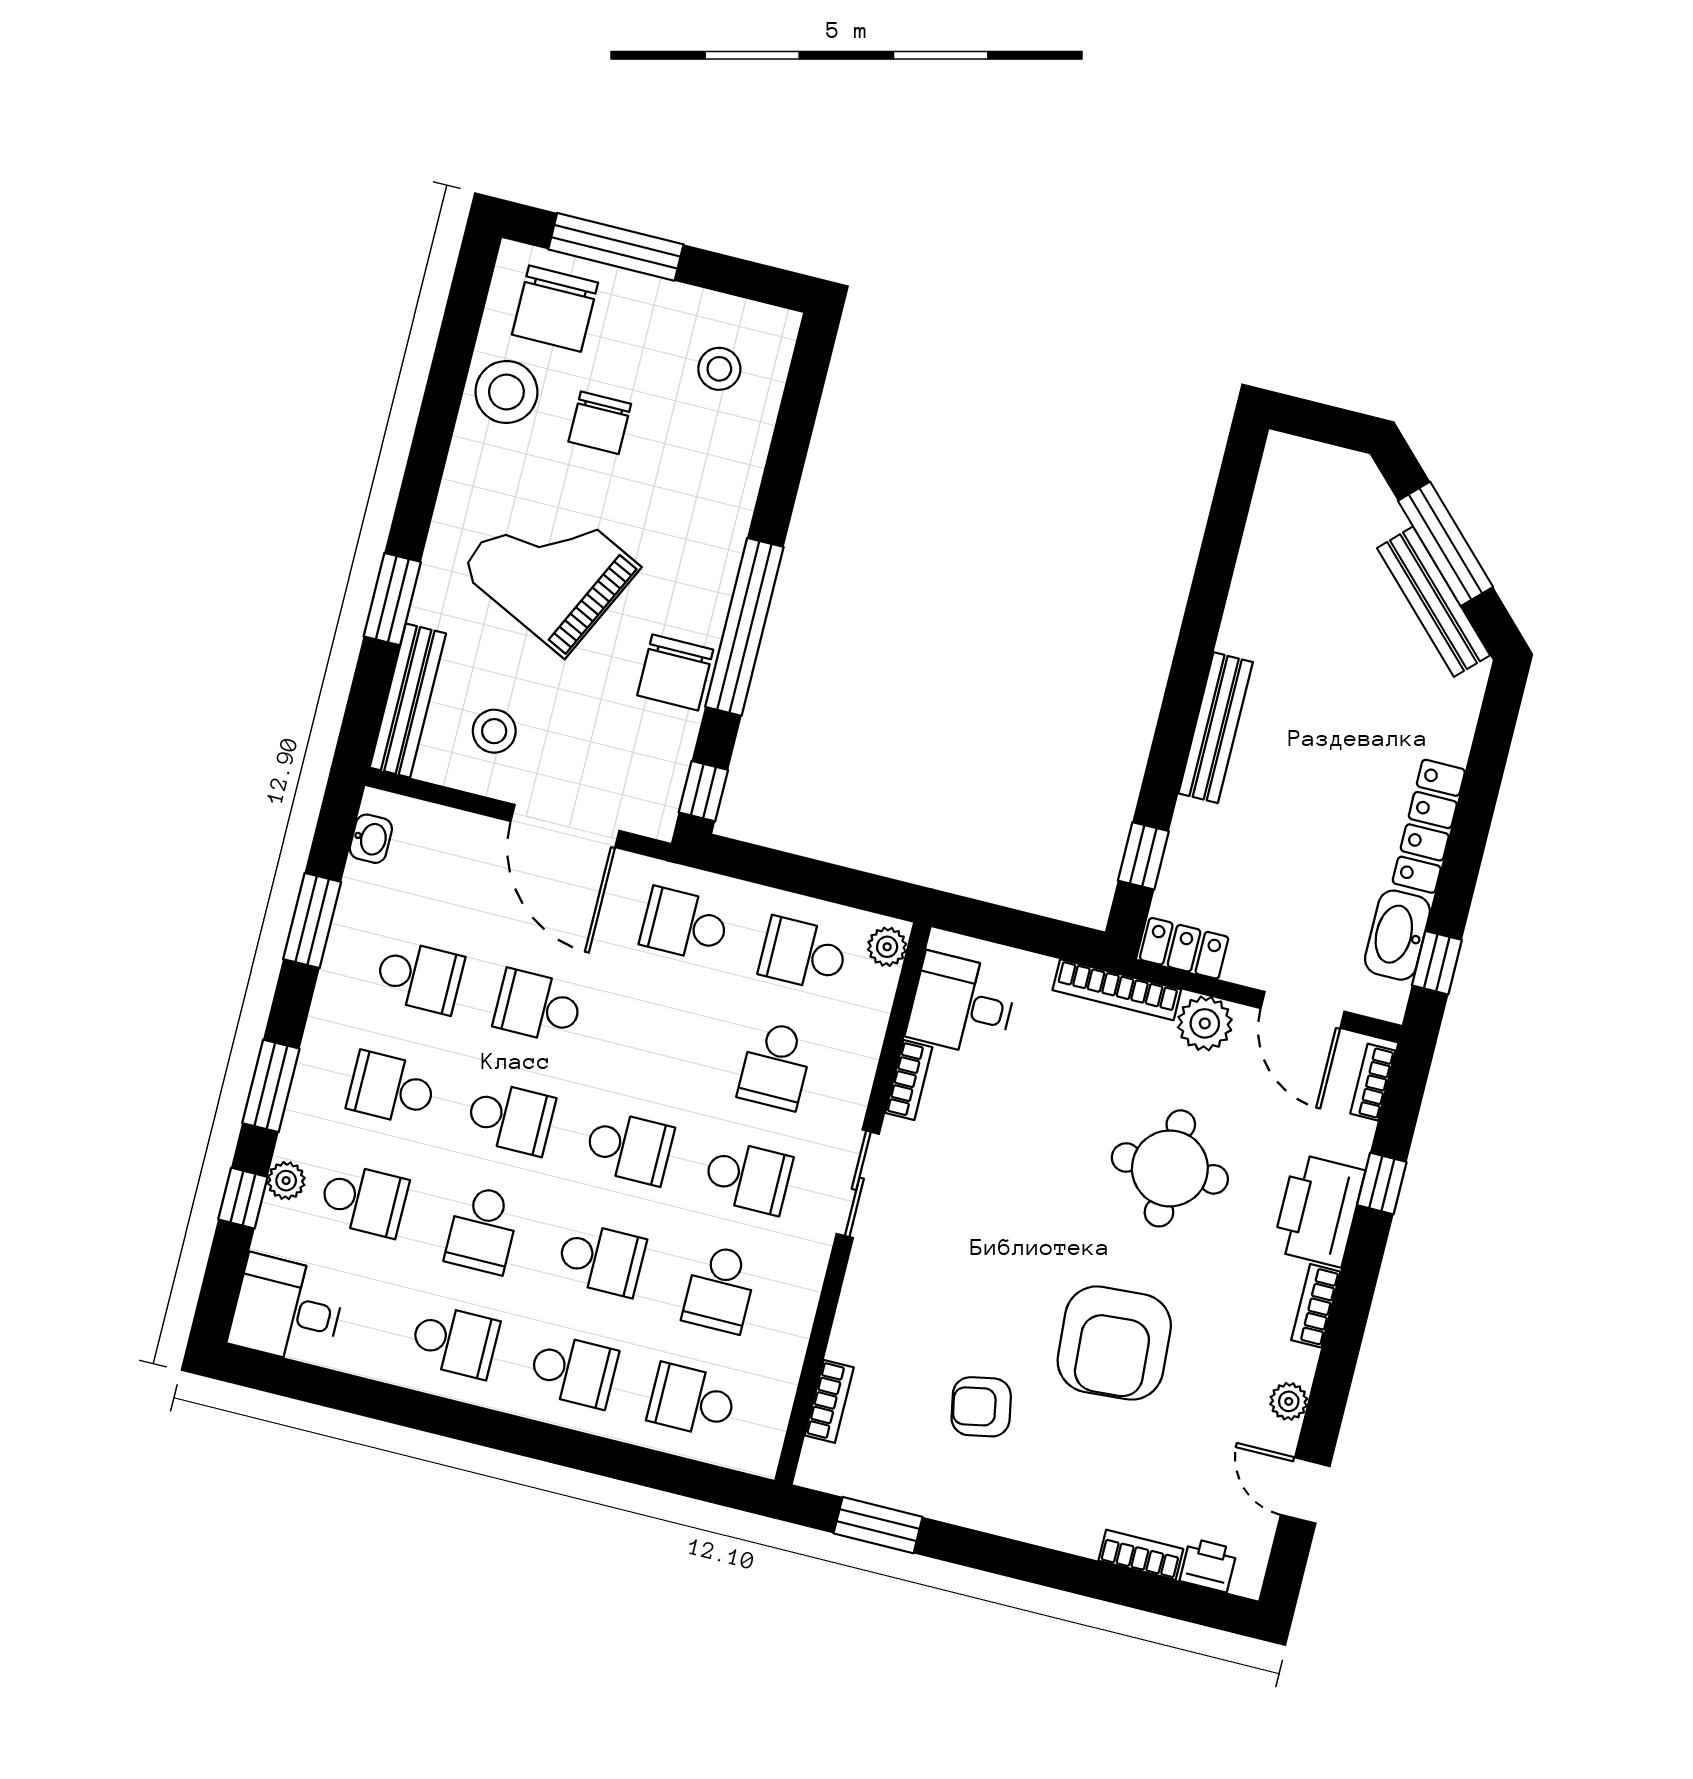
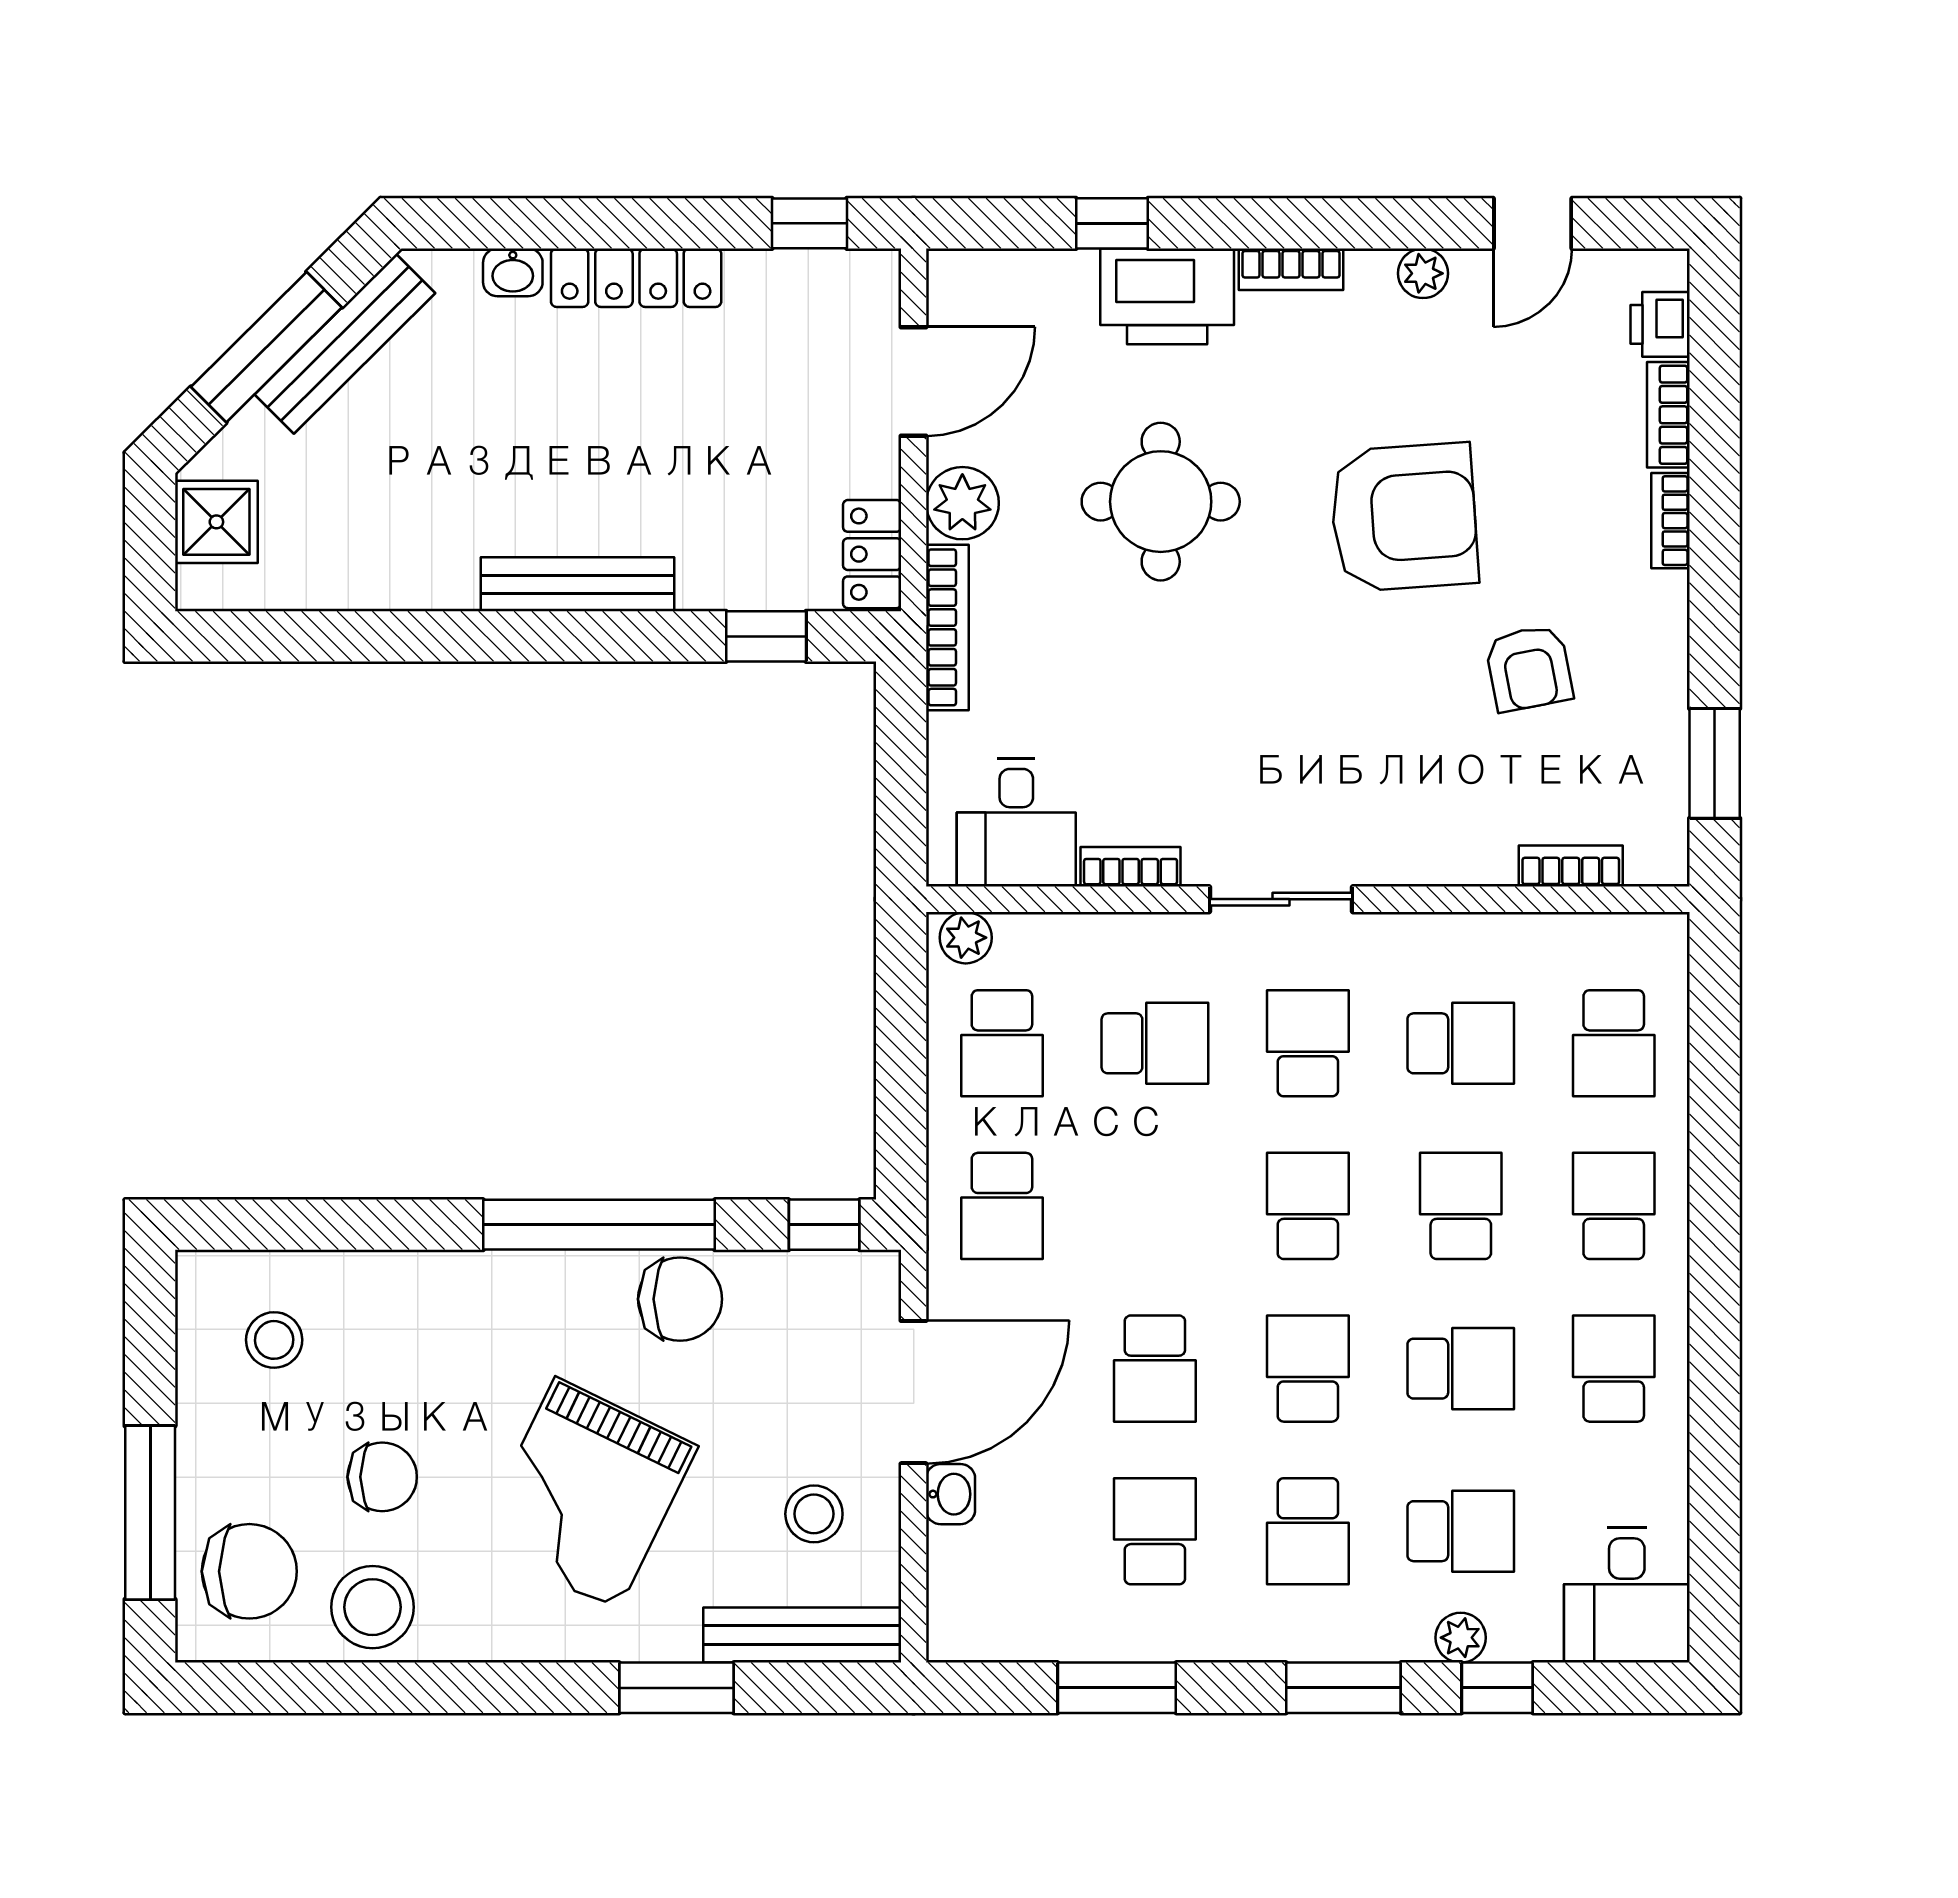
shower: (1327, 476) -> (216, 522), added
washbasin: (371, 839) -> (951, 1494), moved, turned 90
washbasin: (1397, 935) -> (513, 272), moved, width x0.52, depth x0.69
bookcase: (1373, 1082) -> (1670, 521), moved, turned 90
school desk: (364, 1200) -> (1461, 1531), turned 90

